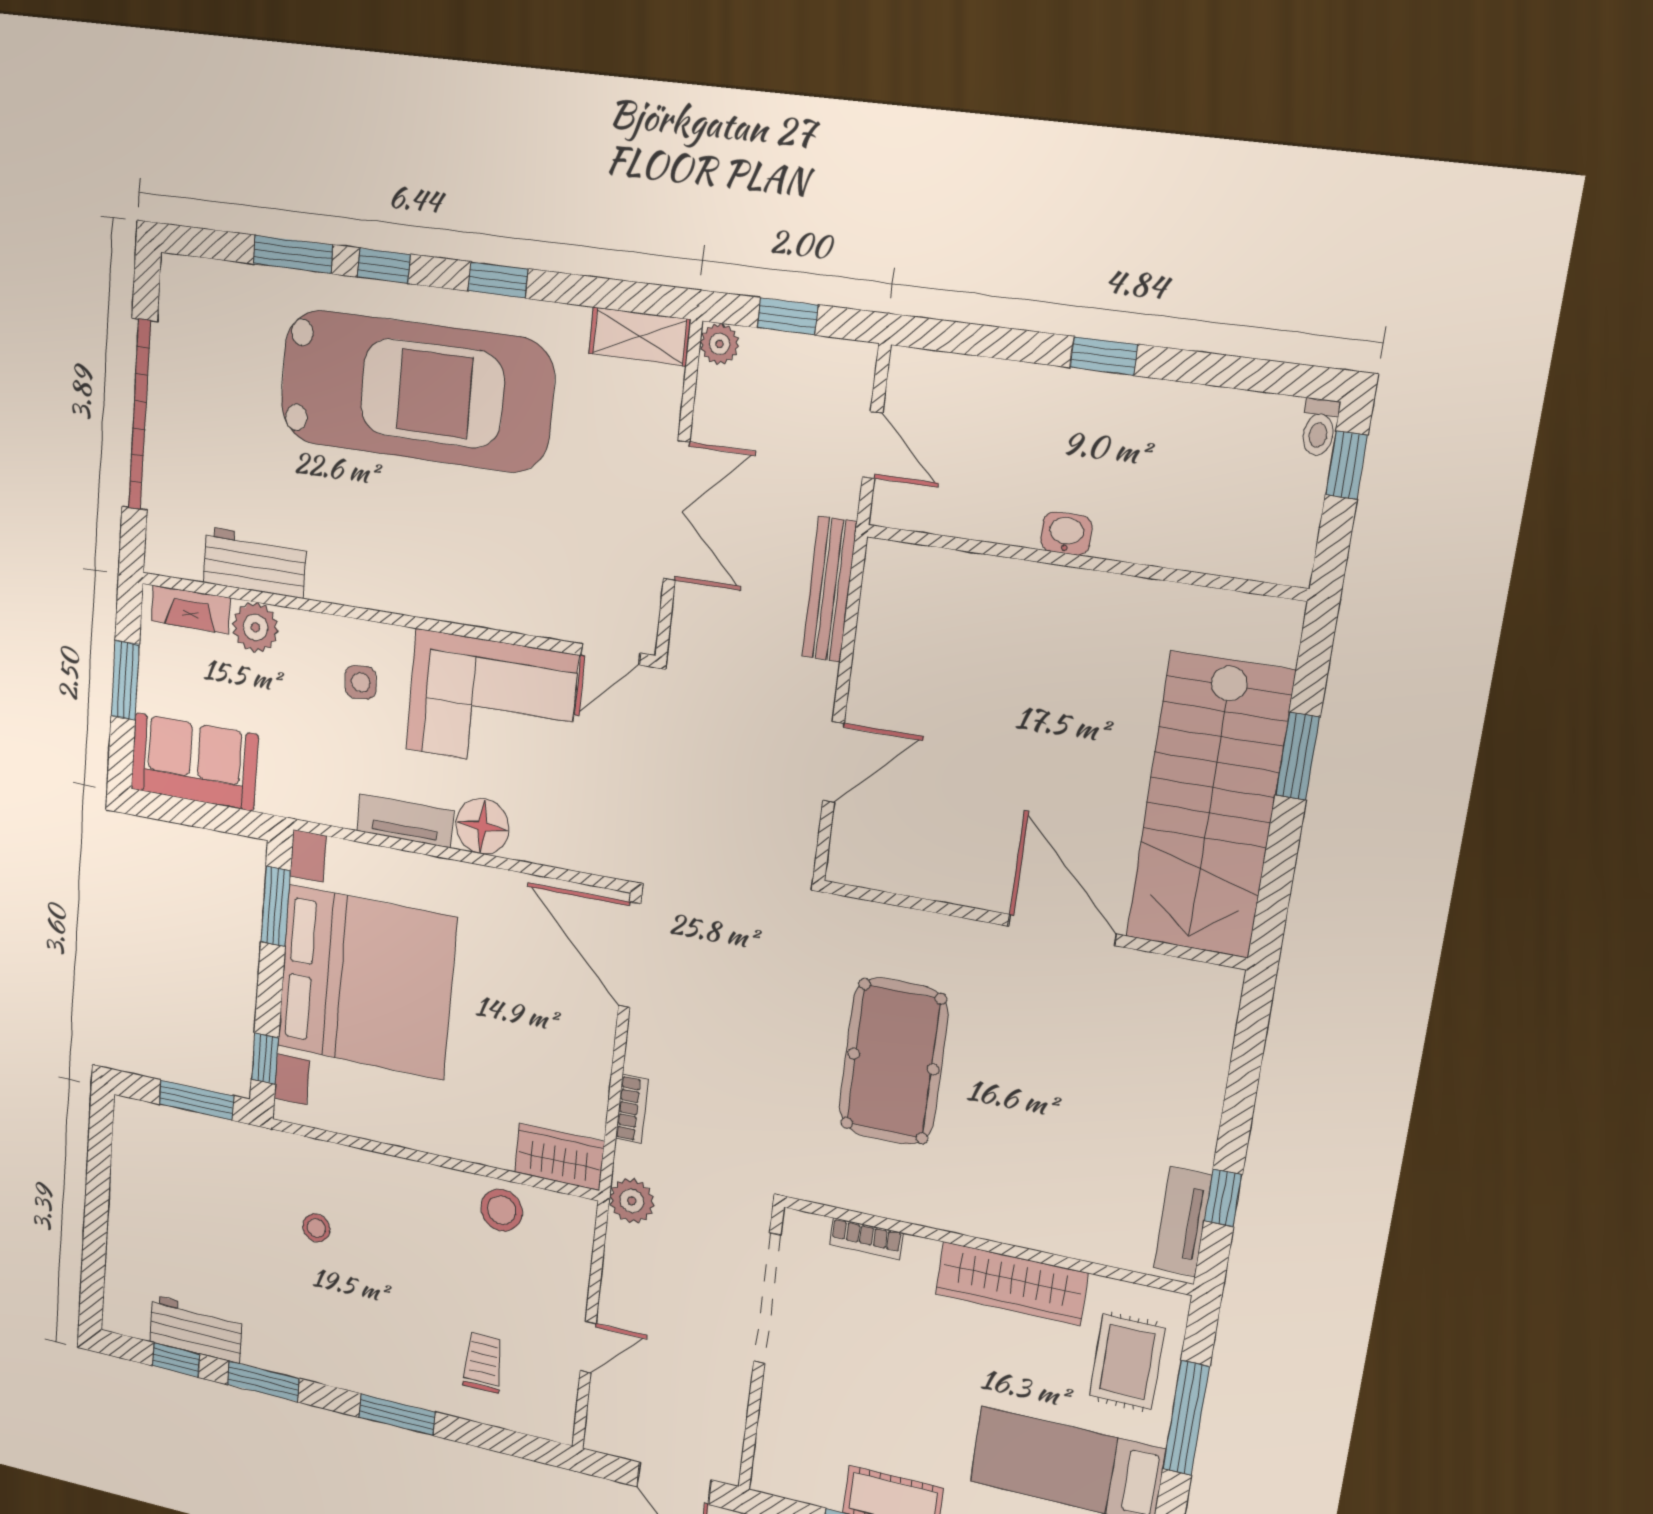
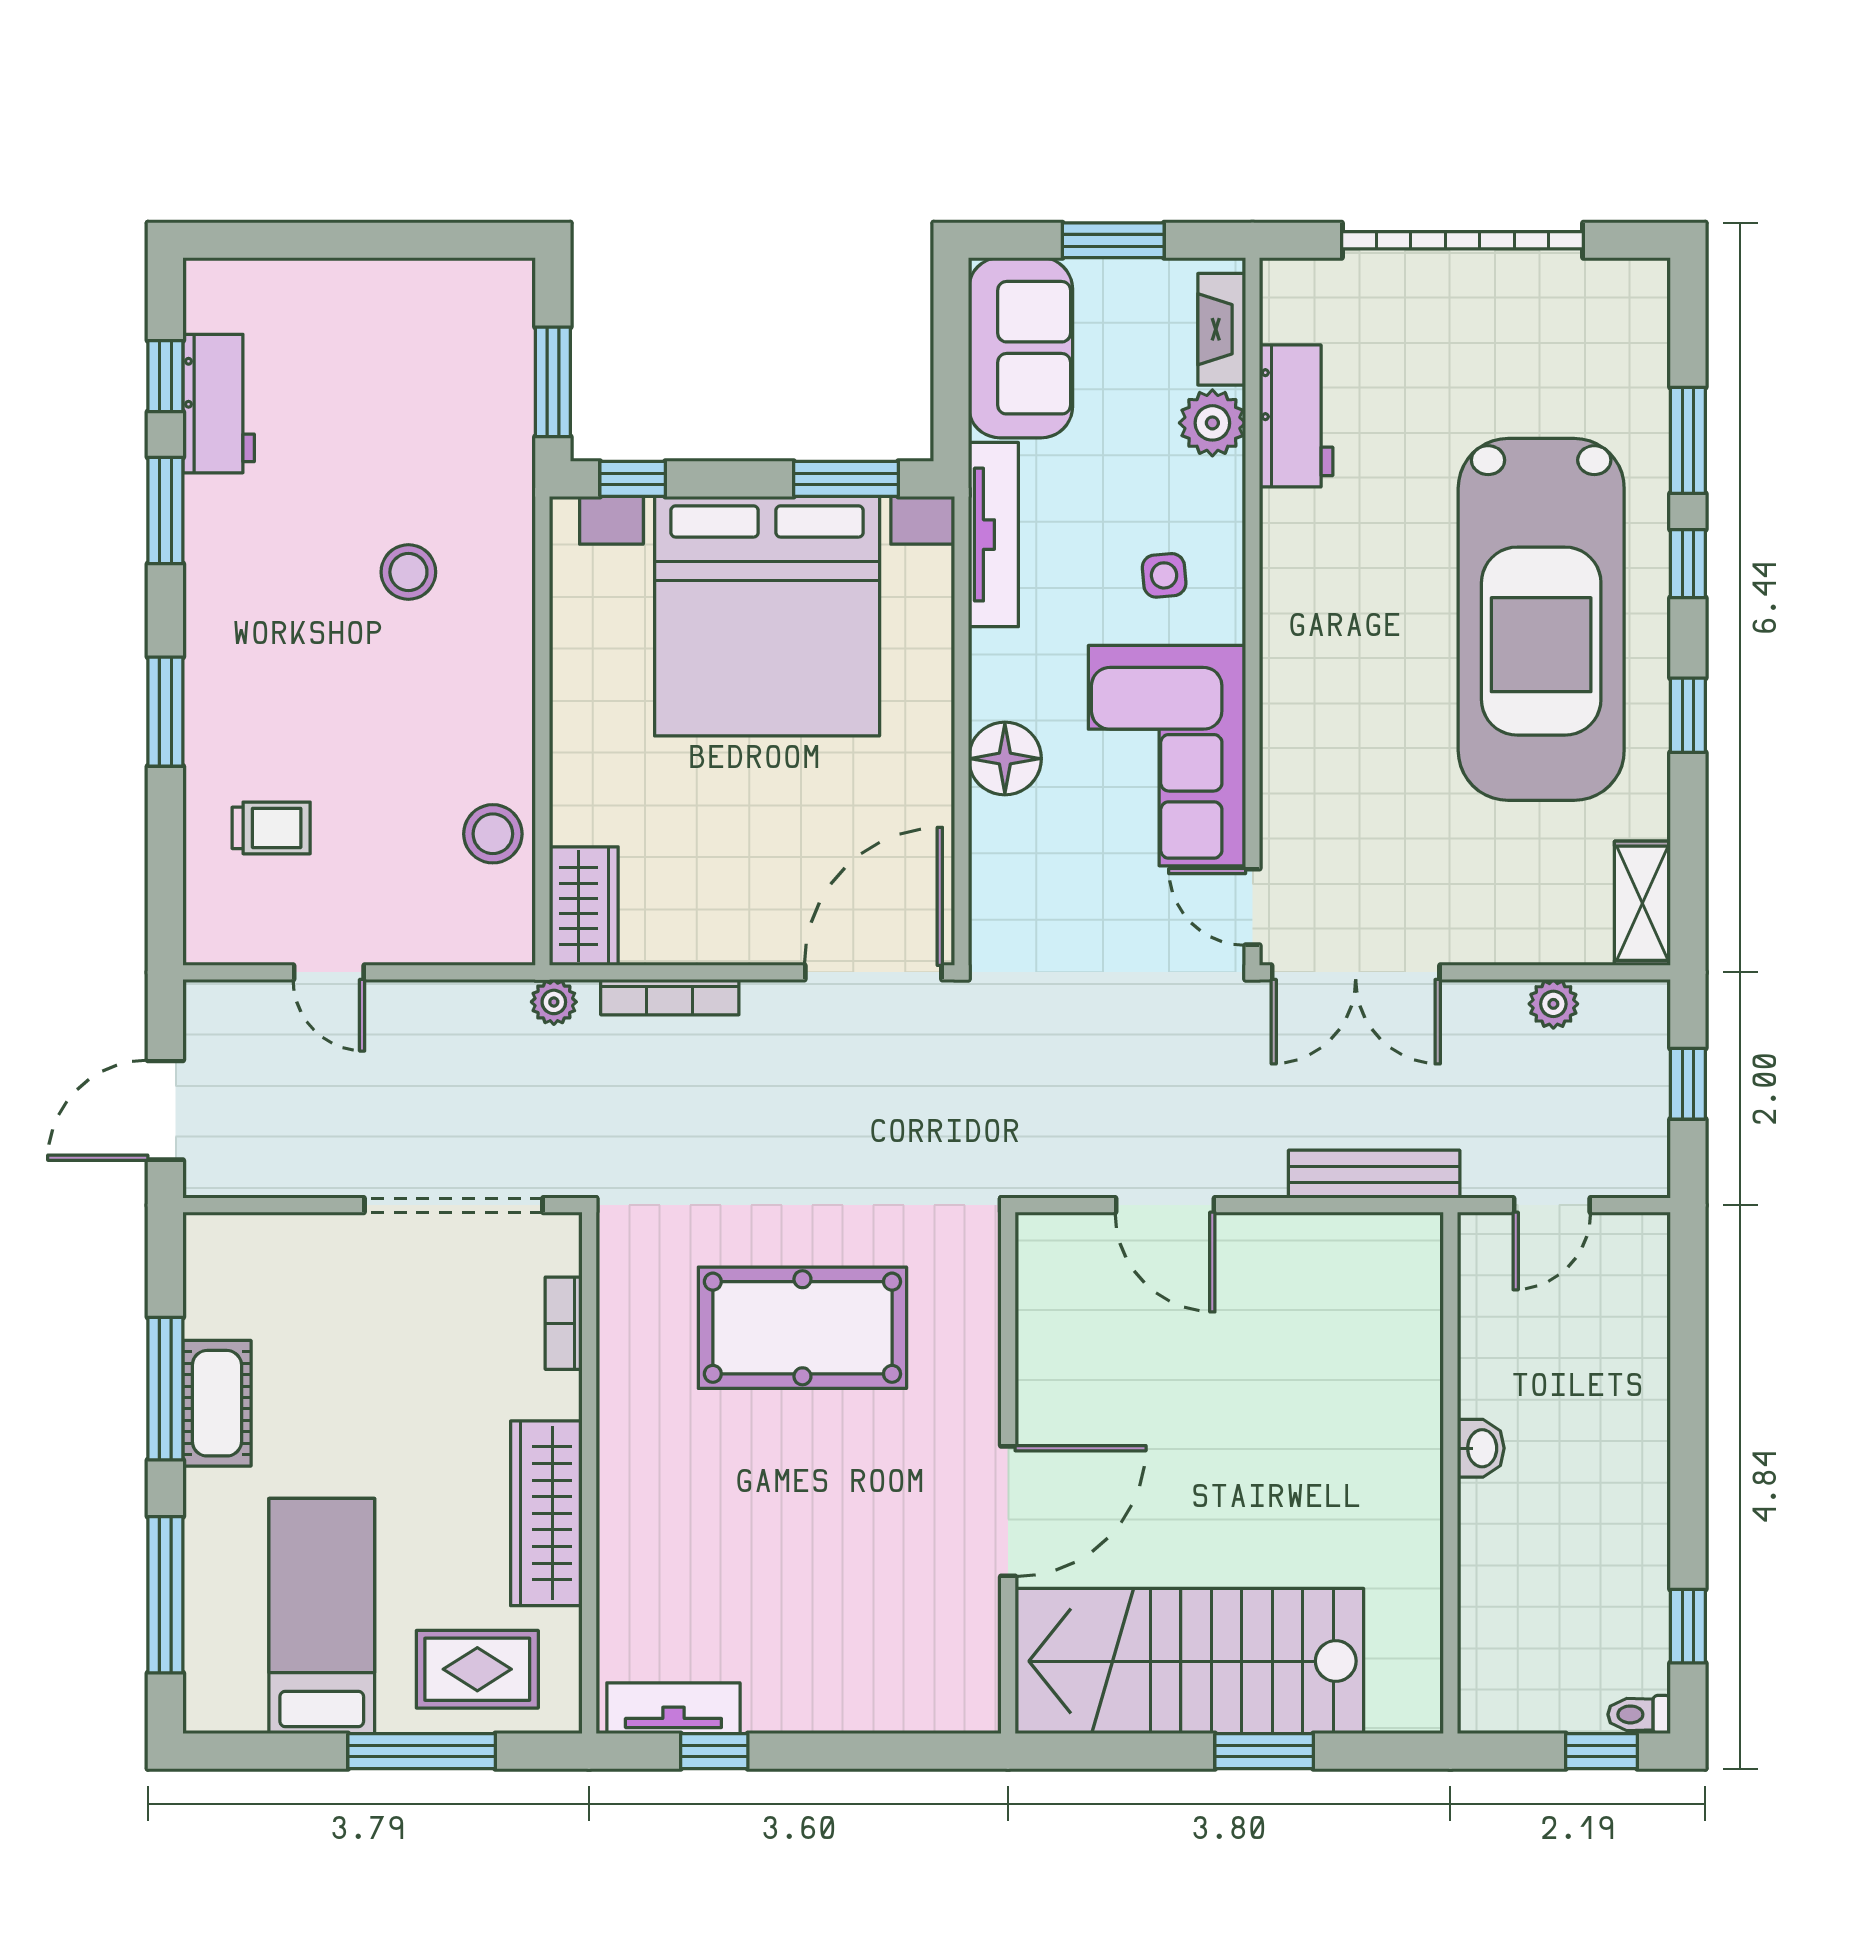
plant: (719, 344) -> (1553, 1004), moved
window: (1104, 356) -> (1688, 1626), moved
double door: (676, 511) -> (1356, 972), moved
tv unit: (405, 821) -> (993, 535), moved, width x1.41
bookcase: (632, 1109) -> (670, 997), width x1.56
plant: (632, 1201) -> (554, 1002), width x0.73, depth x0.73
stool: (316, 1228) -> (408, 572), width x1.37, depth x1.37

